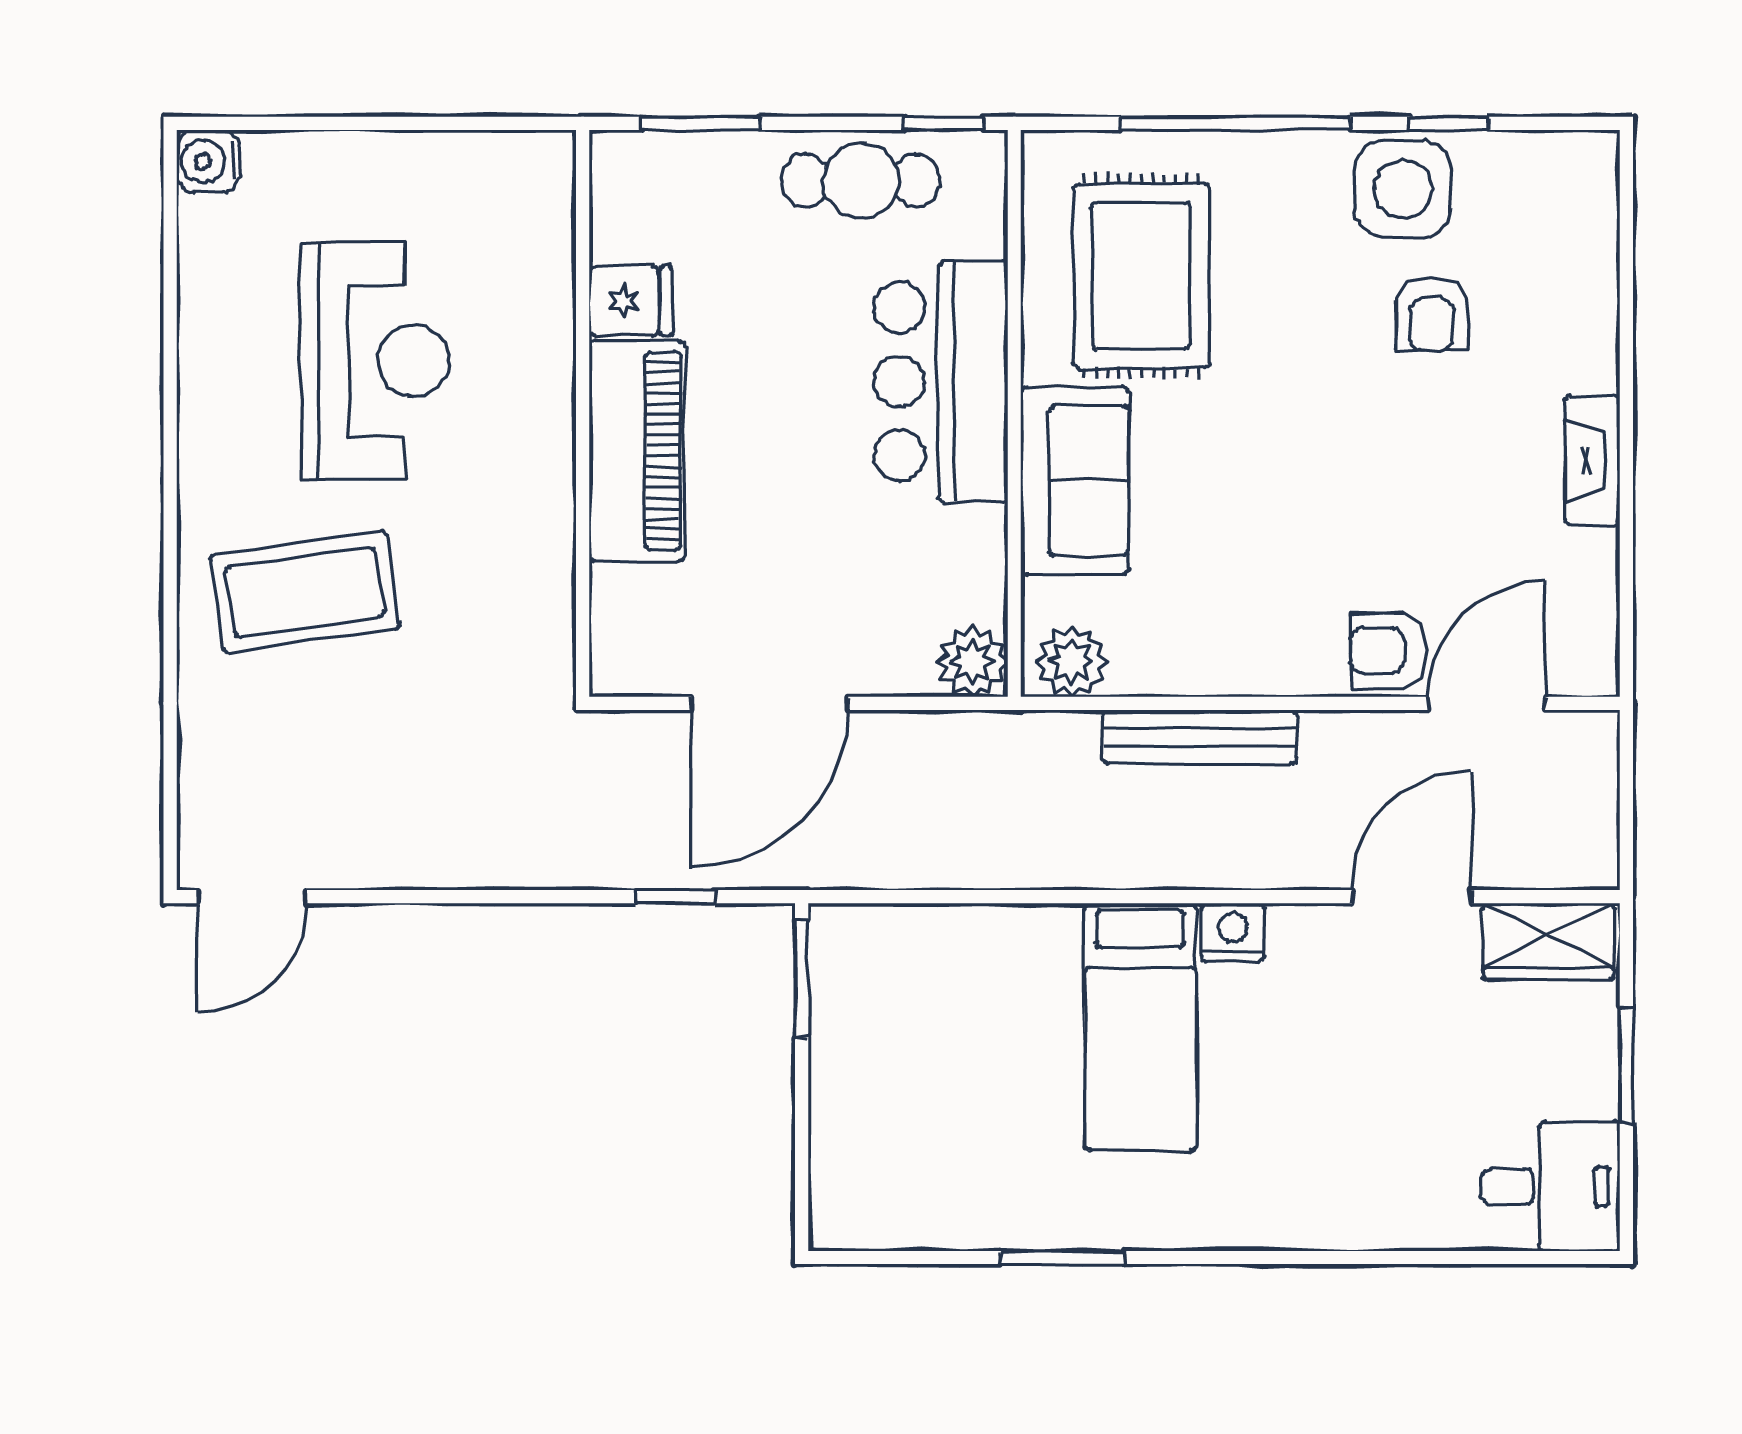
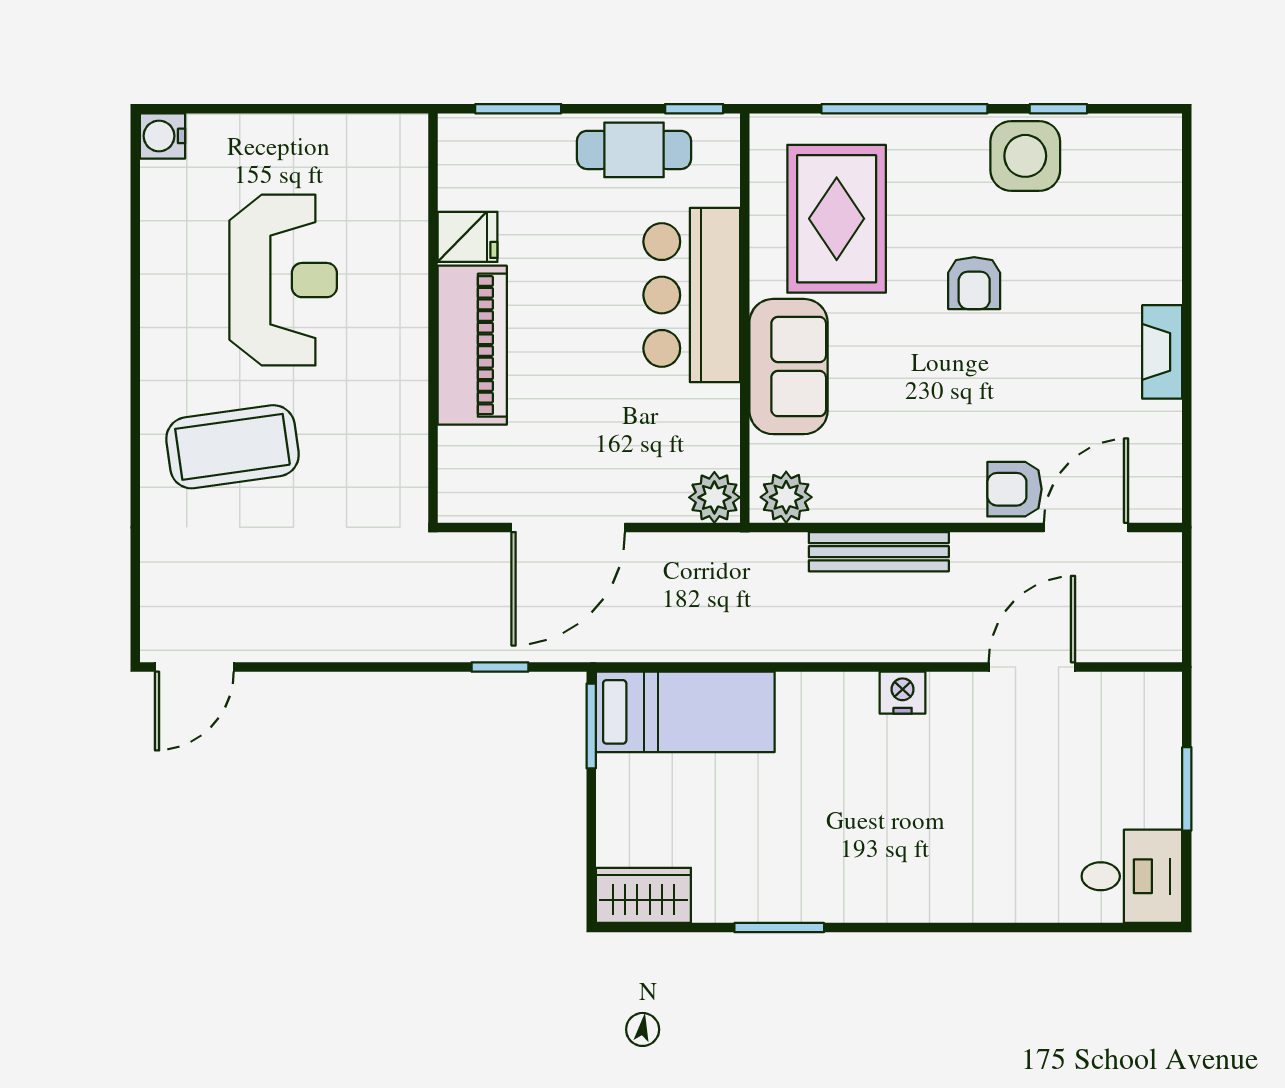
armchair: (1432, 314) -> (974, 283), moved
wardrobe: (1548, 941) -> (643, 895), moved, turned 180
bed: (1140, 1027) -> (685, 712), moved, turned -90

